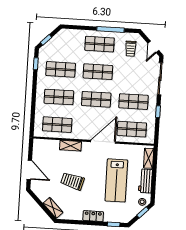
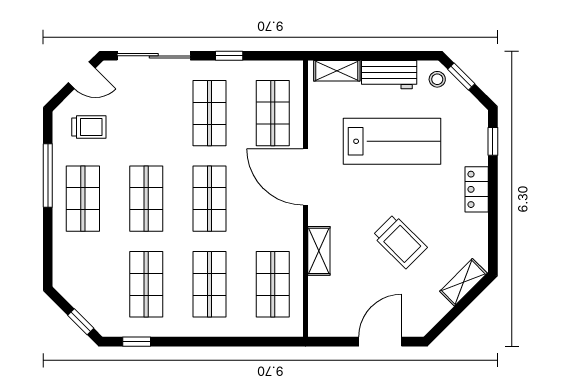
trolley: (72, 181) -> (400, 242), turned -60

